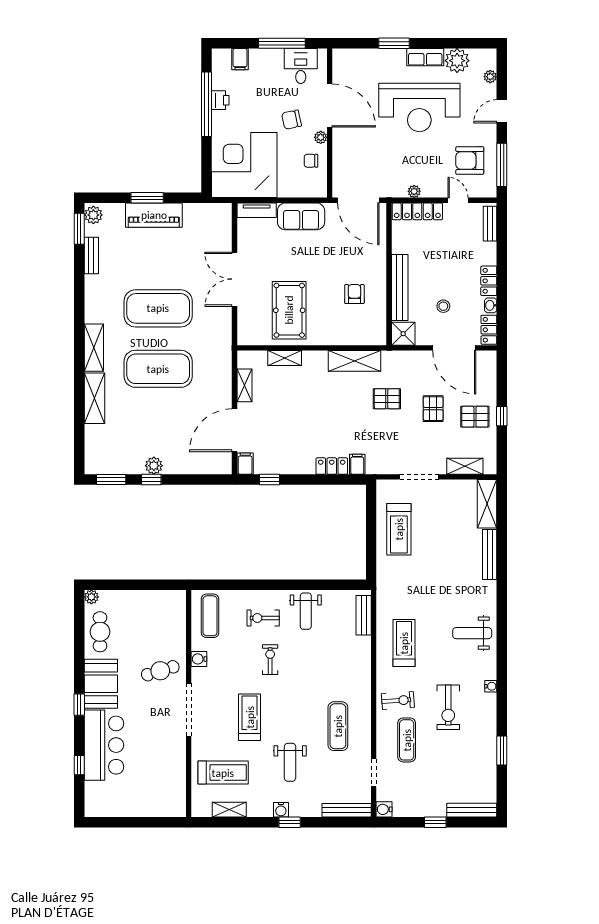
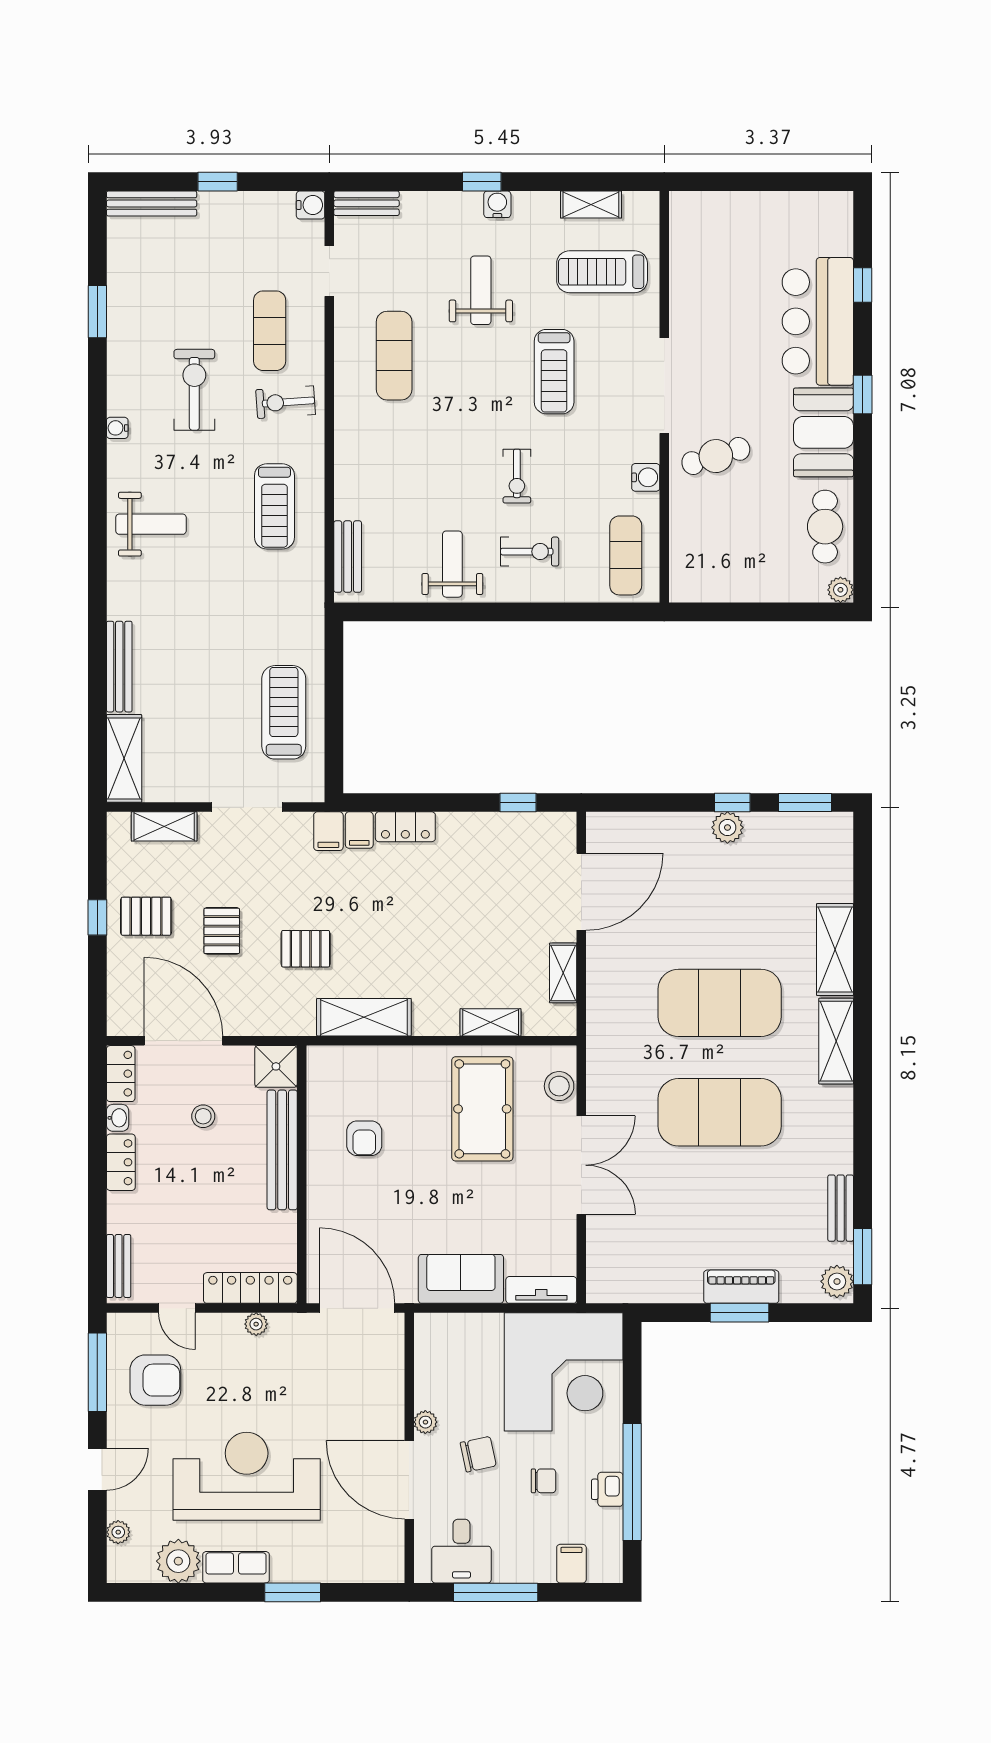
chair: (311, 161) -> (544, 1481), moved
piano: (154, 215) -> (741, 1287), width x0.73, depth x0.75
stool: (247, 323) -> (559, 1086), added
filing cabinet: (245, 464) -> (328, 831), moved
bench: (347, 810) -> (367, 203), width x0.73

